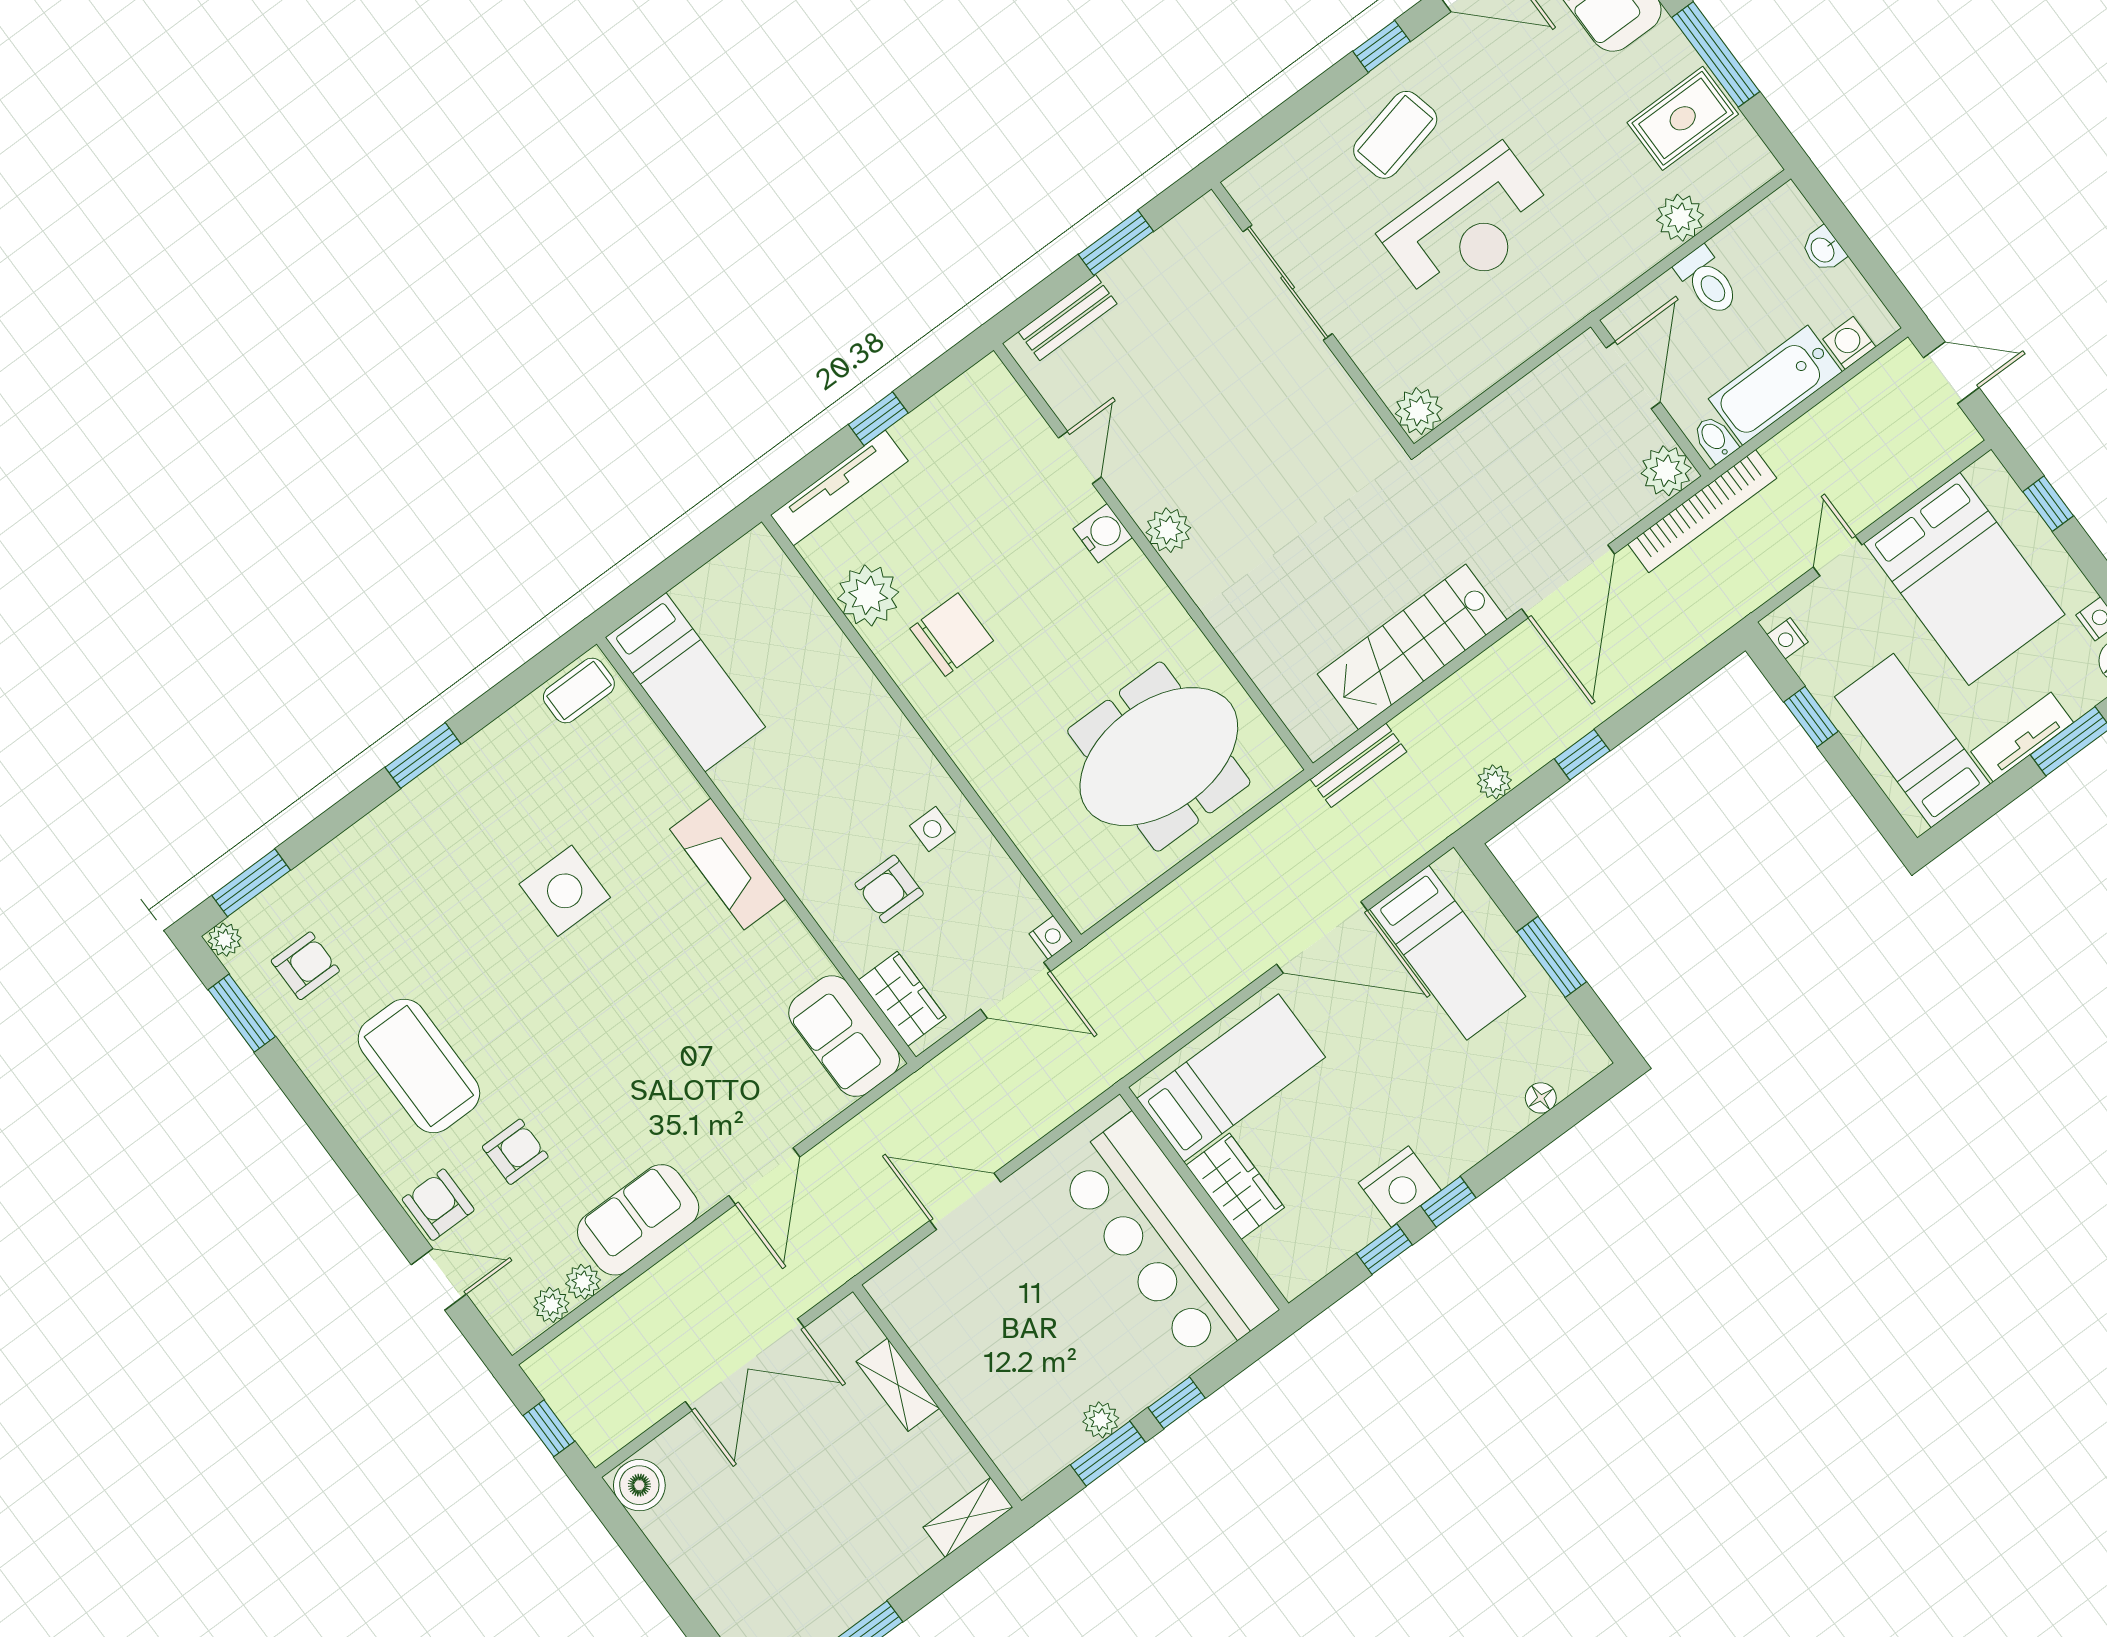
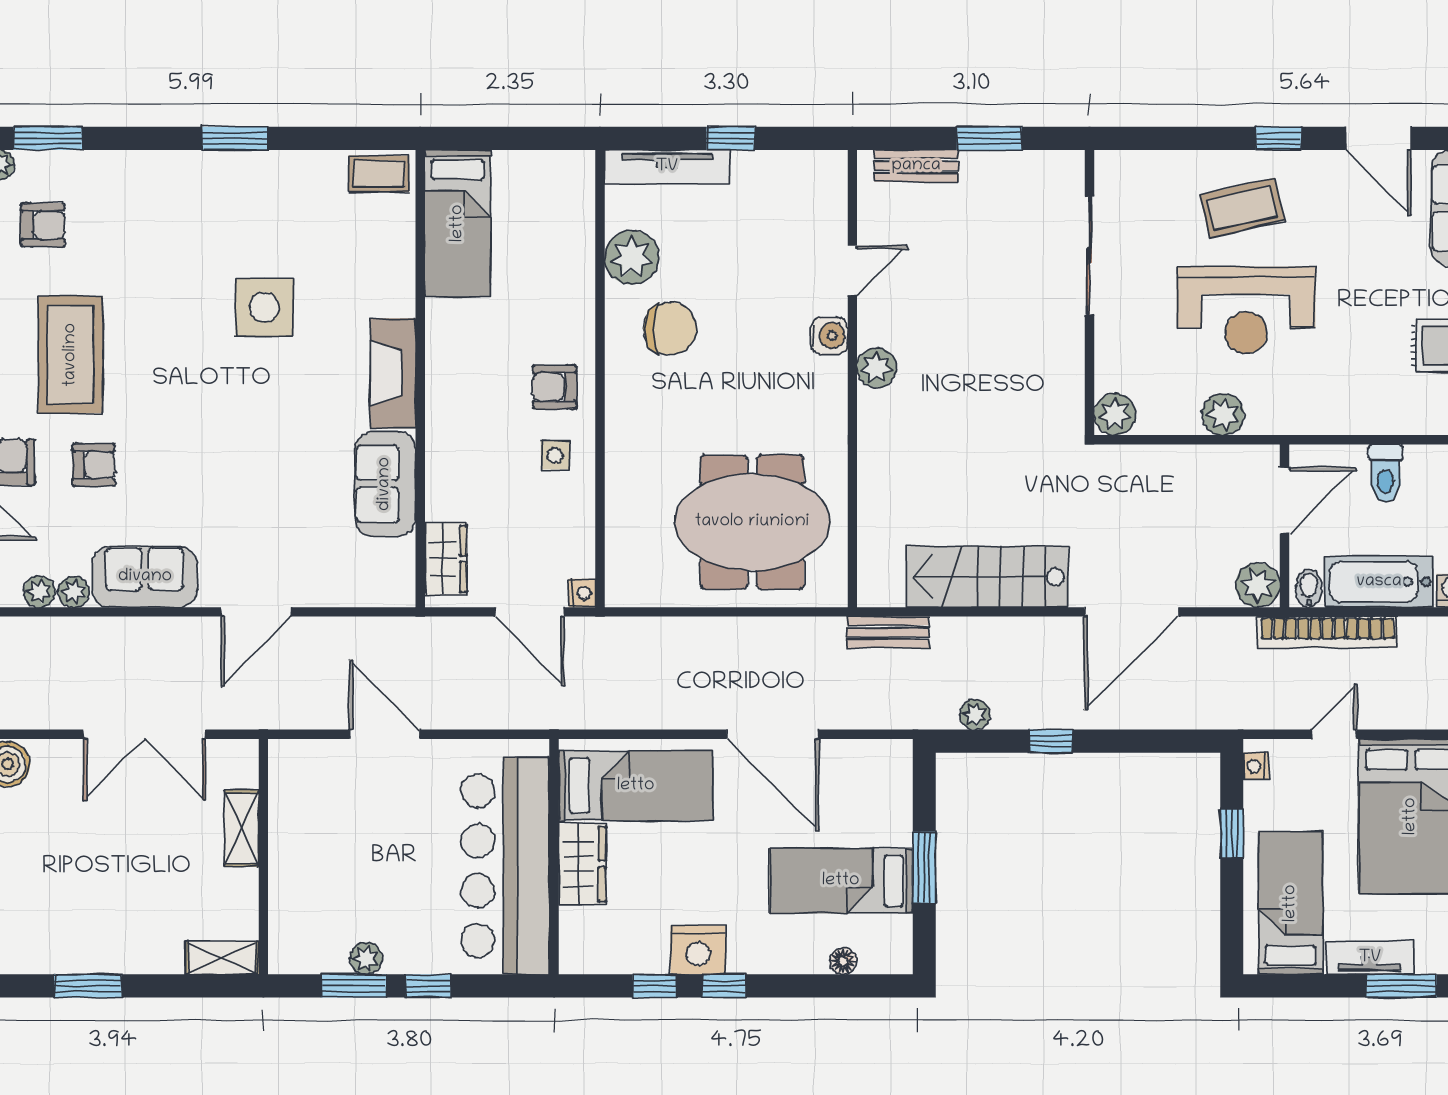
plant: (1680, 218) -> (1223, 414), moved
bookcase: (1702, 511) -> (1327, 632), moved
armchair: (889, 889) -> (555, 387), moved
bed: (1448, 953) -> (841, 881), moved, turned 90
sofa: (844, 1036) -> (385, 484), moved

